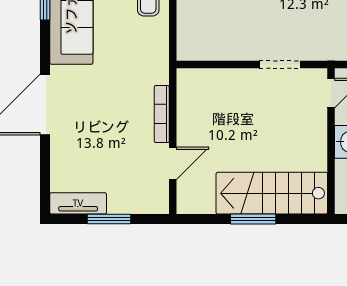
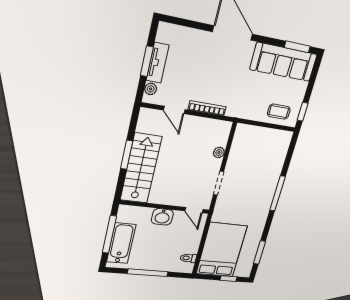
plant: (229, 77) -> (219, 152), added
tv unit: (78, 203) -> (158, 63), moved
plant: (148, 205) -> (151, 89), added

